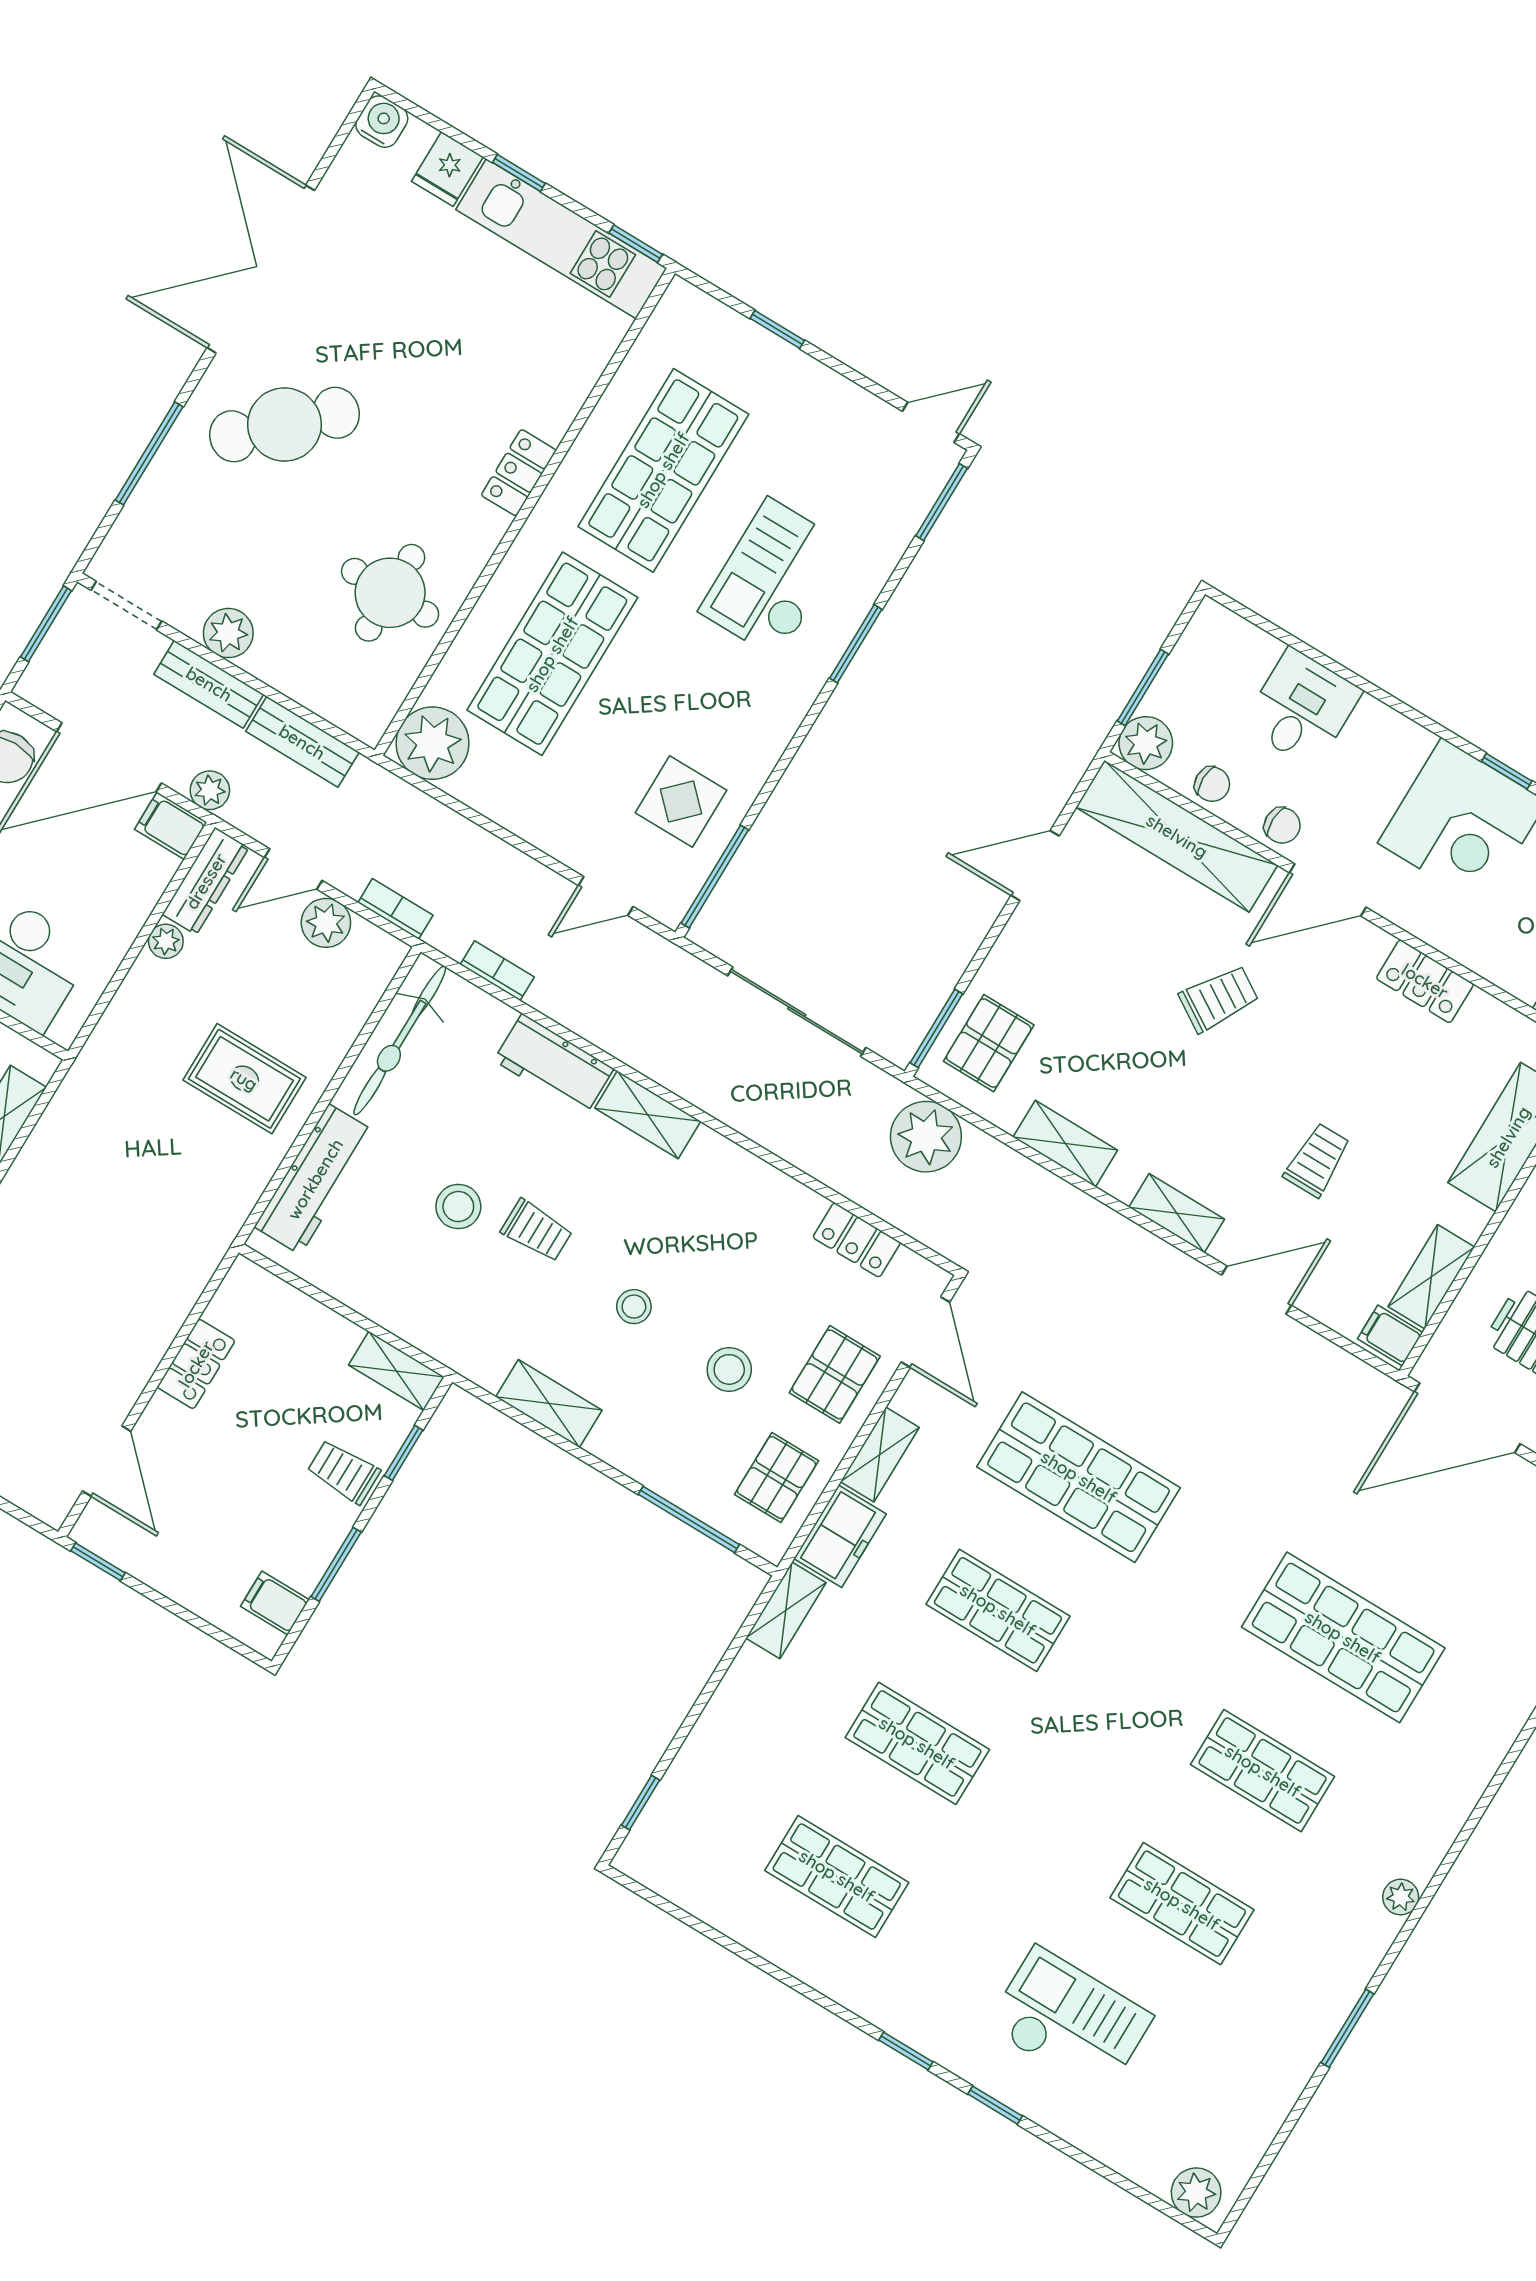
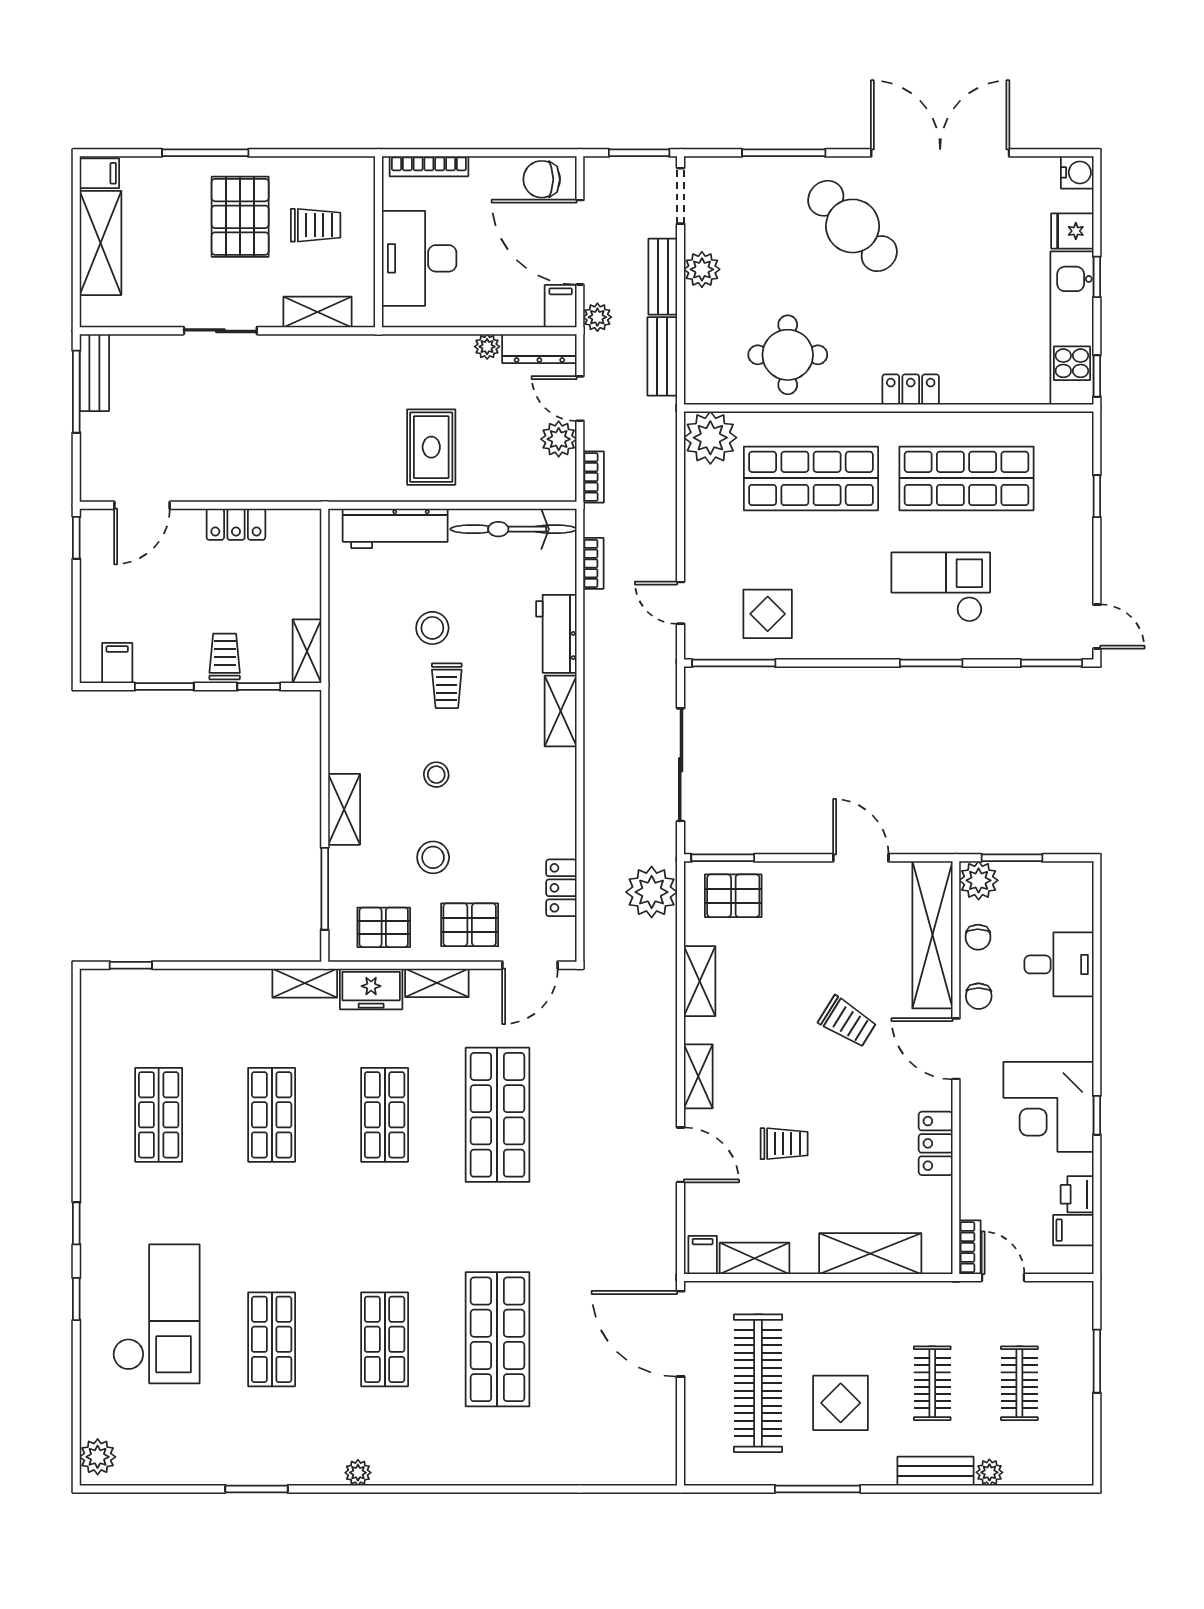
shelving: (549, 1404) -> (344, 809), moved
checkout: (1070, 2022) -> (156, 1314), width x1.36, depth x1.21

